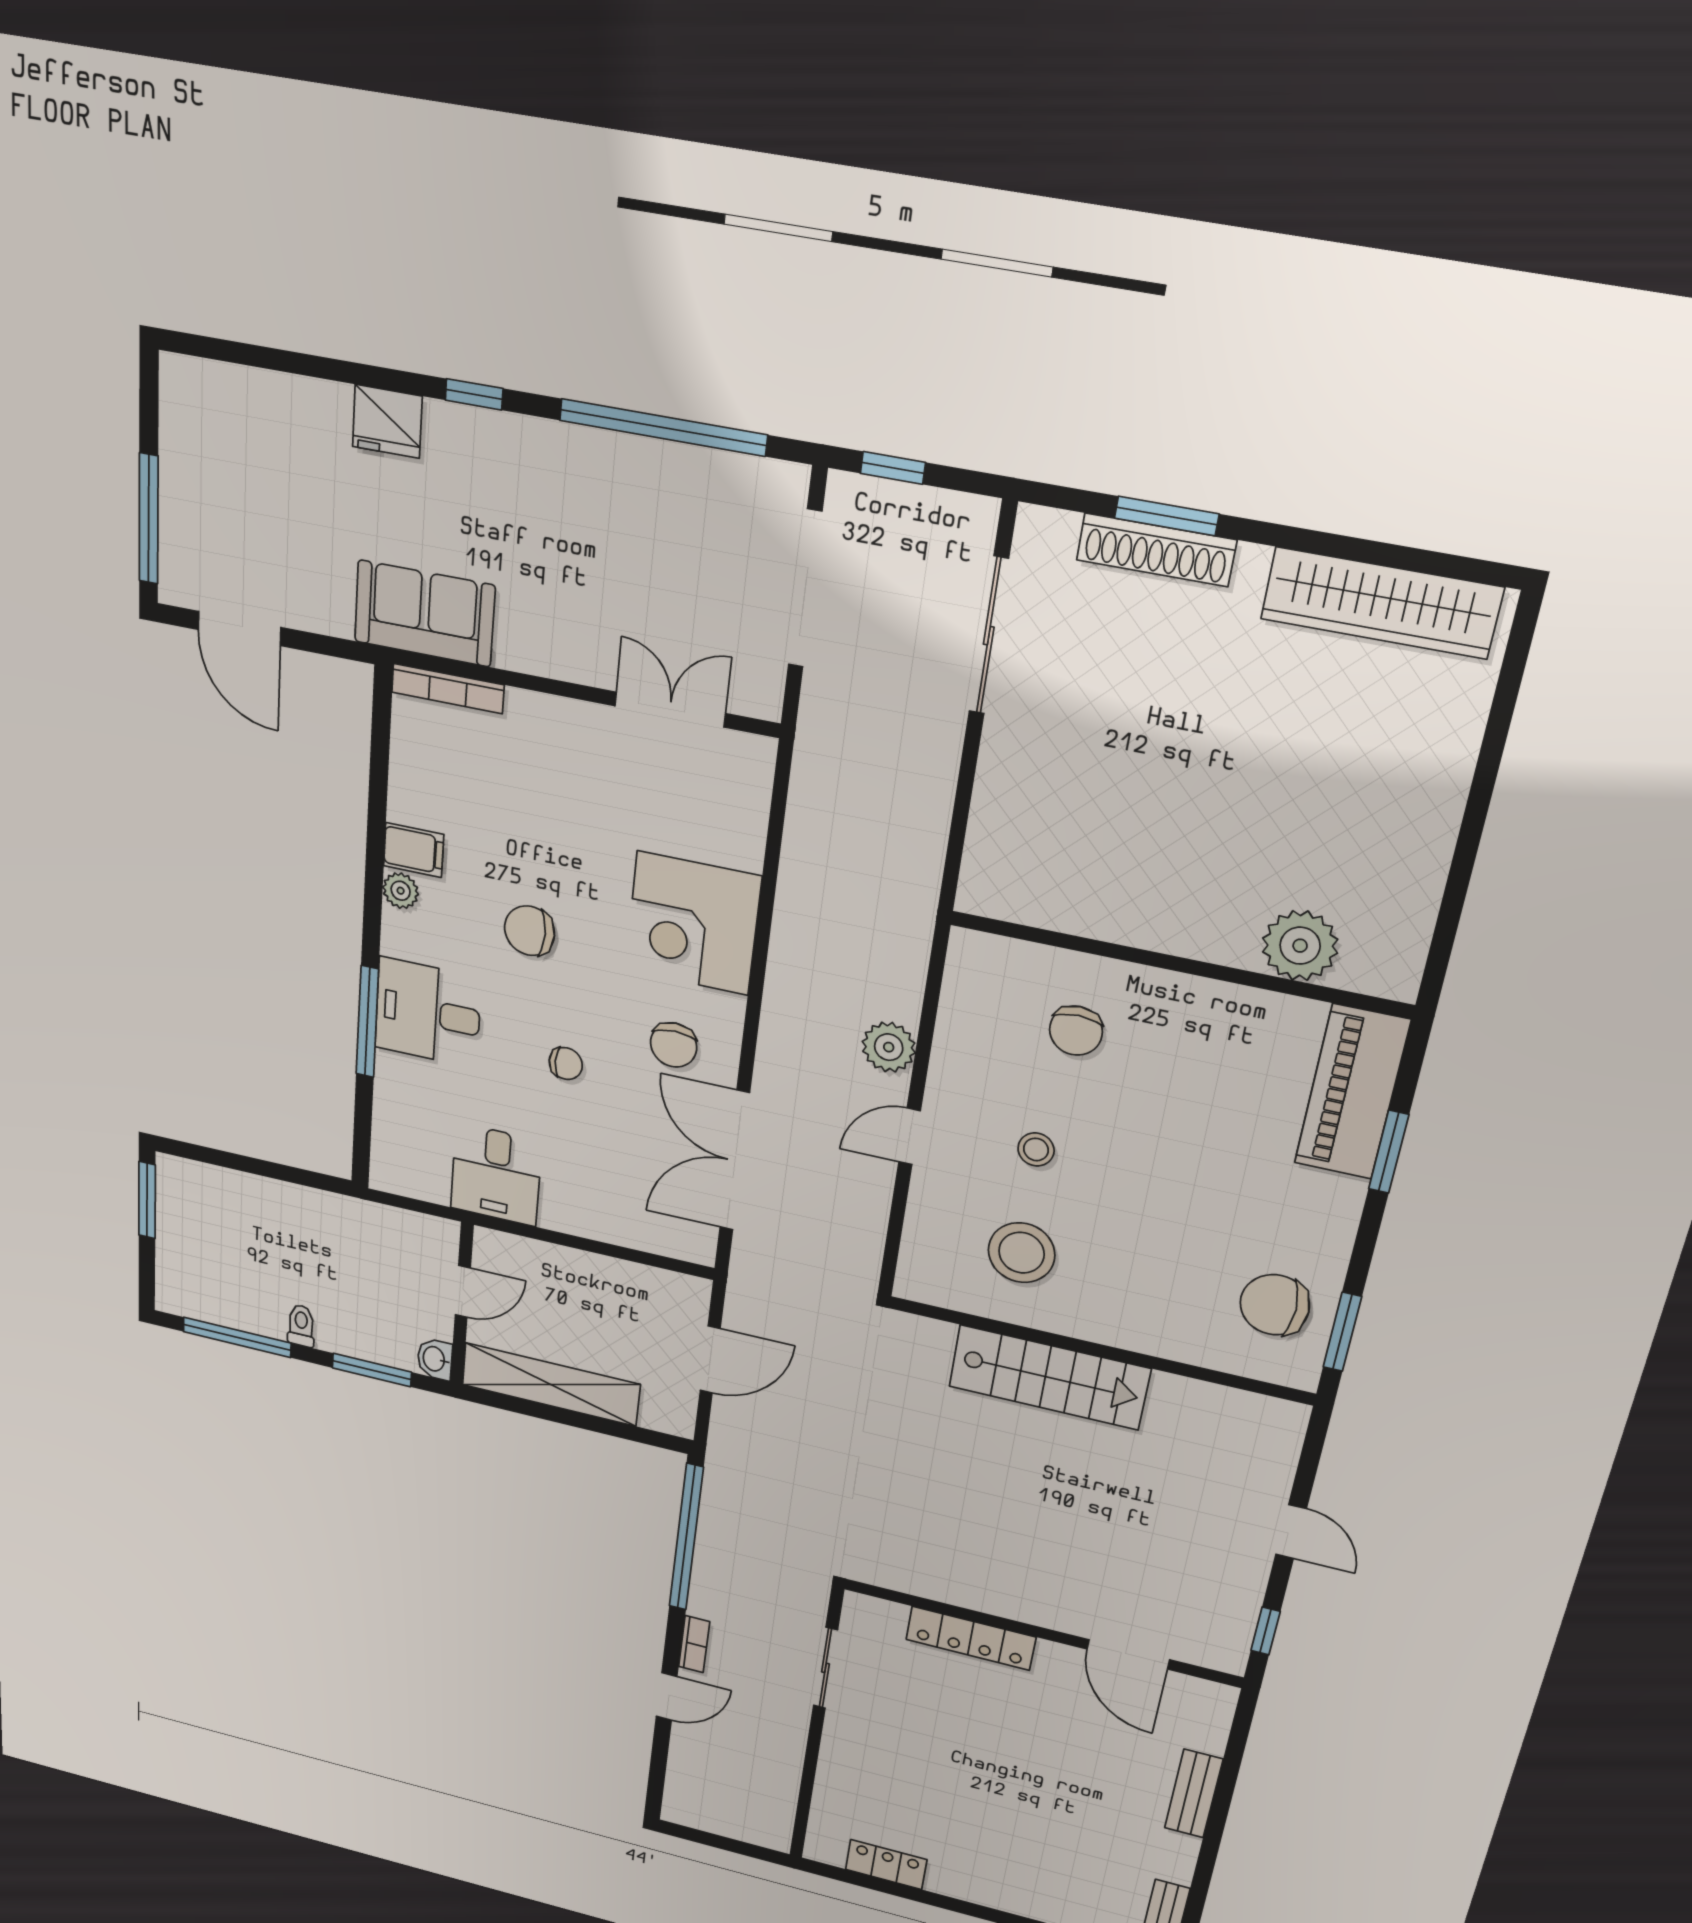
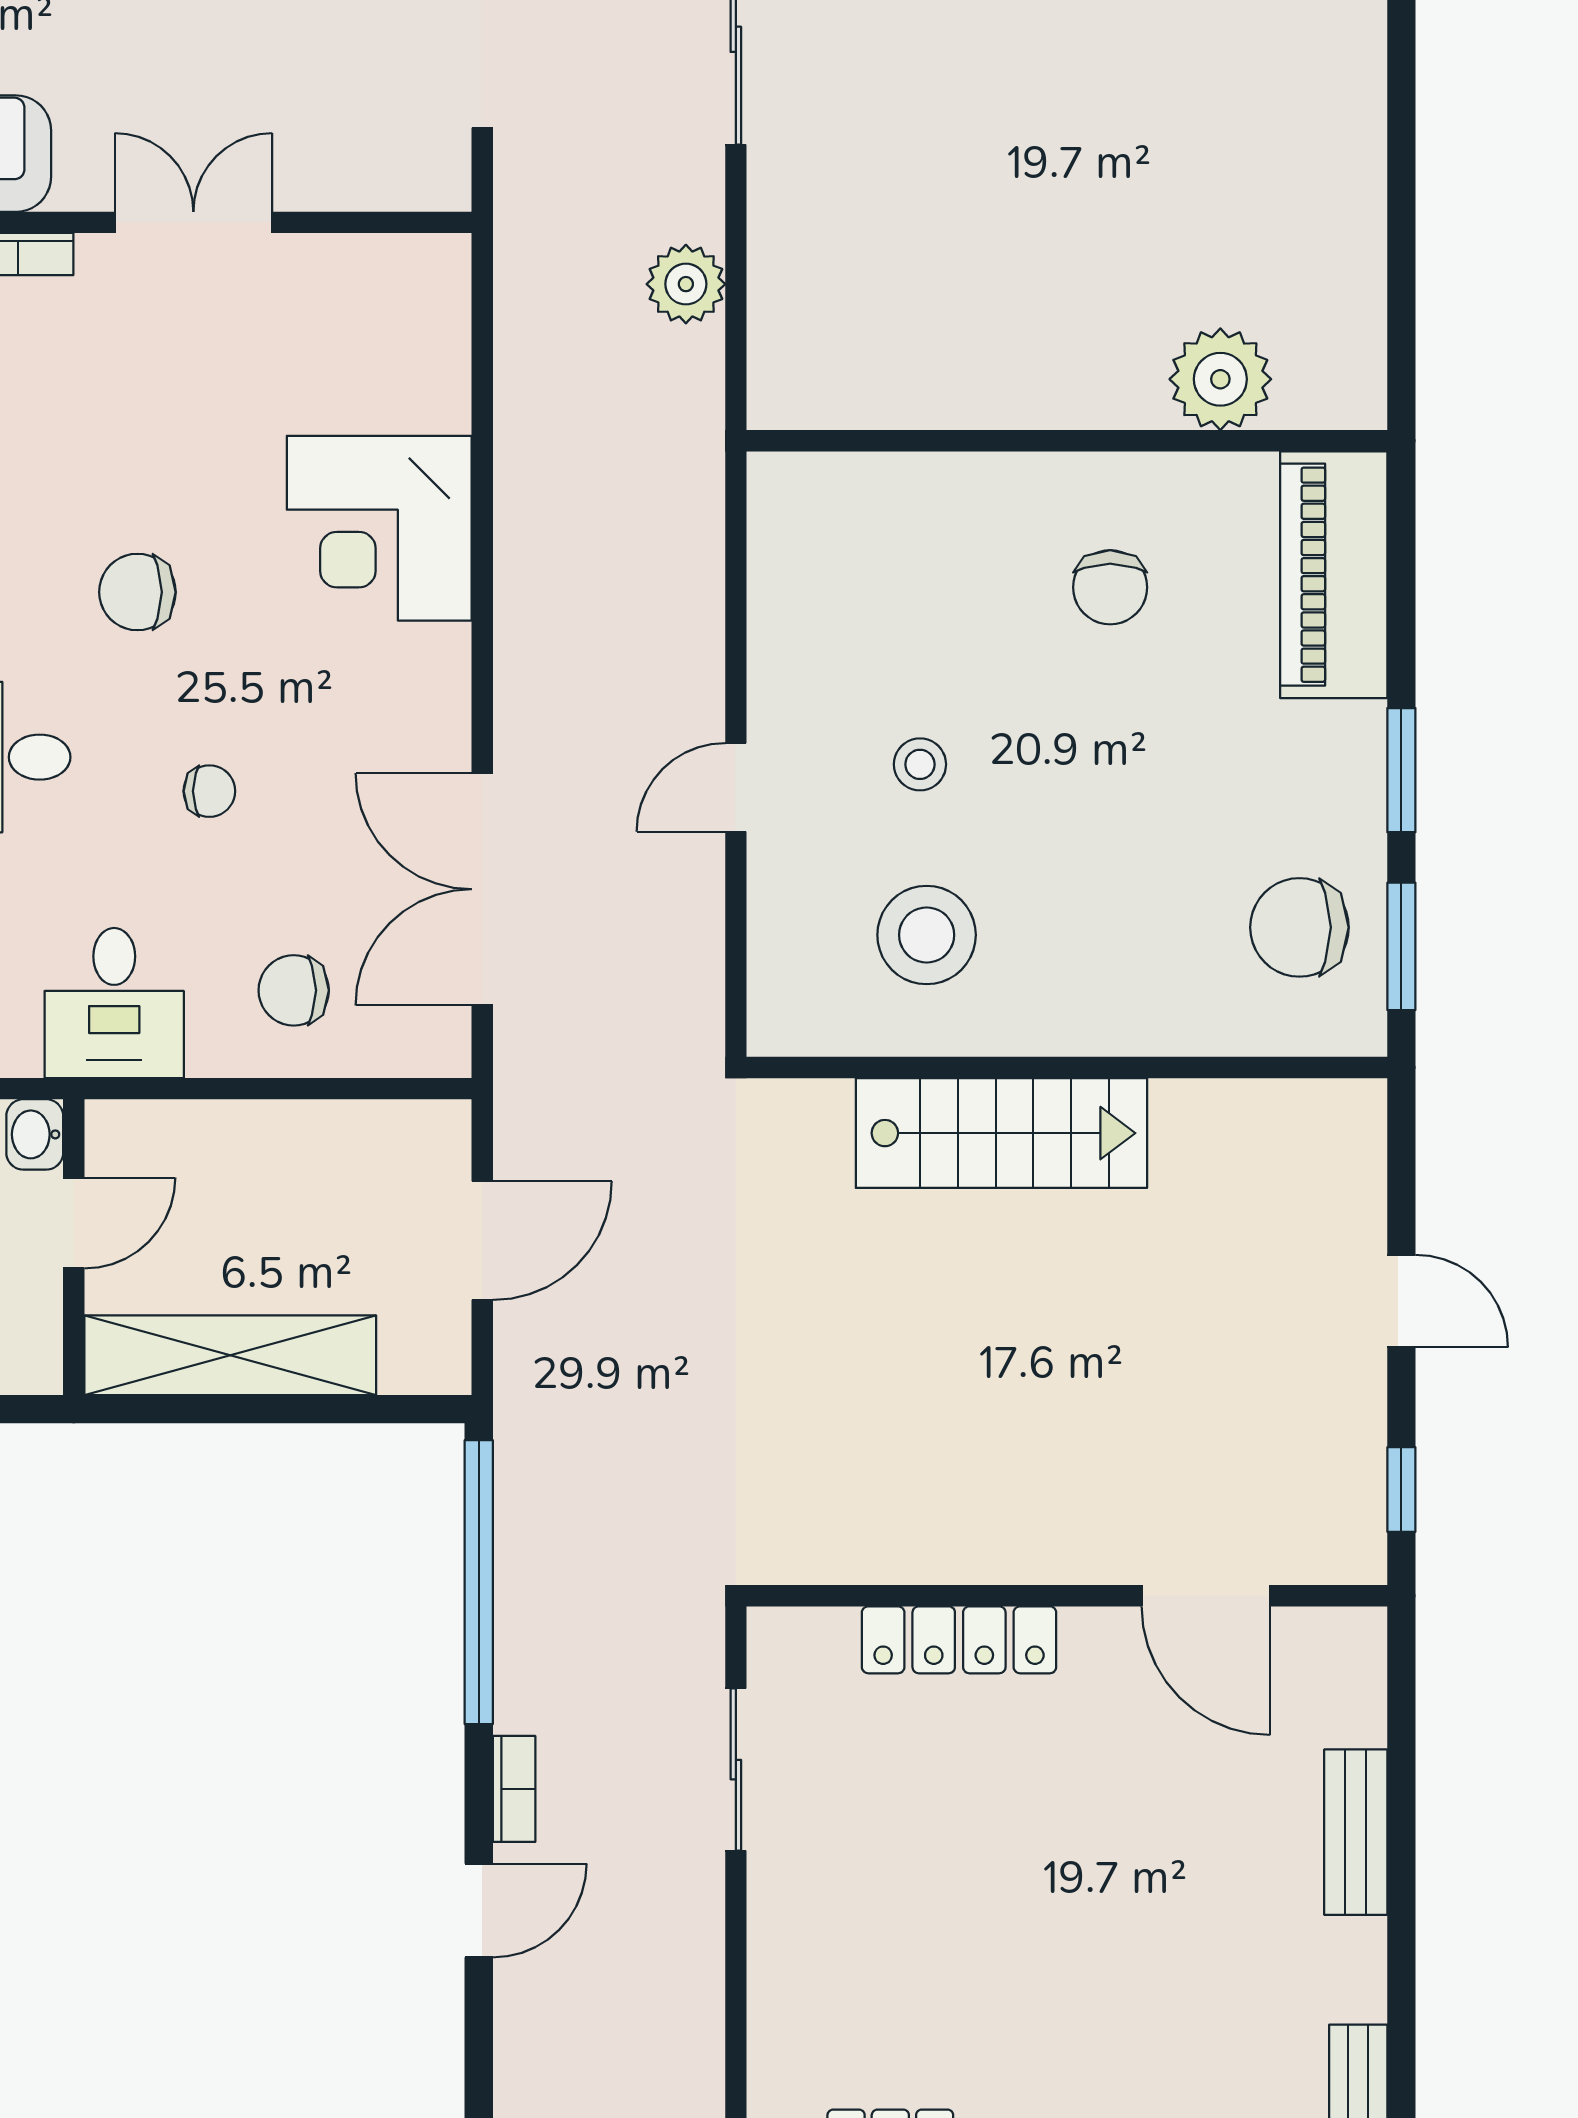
double door: (670, 710) -> (193, 222), moved
chair: (1076, 1031) -> (1110, 587), moved
chair: (674, 1045) -> (294, 990), moved, turned 90
plant: (889, 1047) -> (686, 284), moved
window: (1389, 1152) -> (1401, 770), moved
washbasin: (435, 1359) -> (35, 1134), moved

